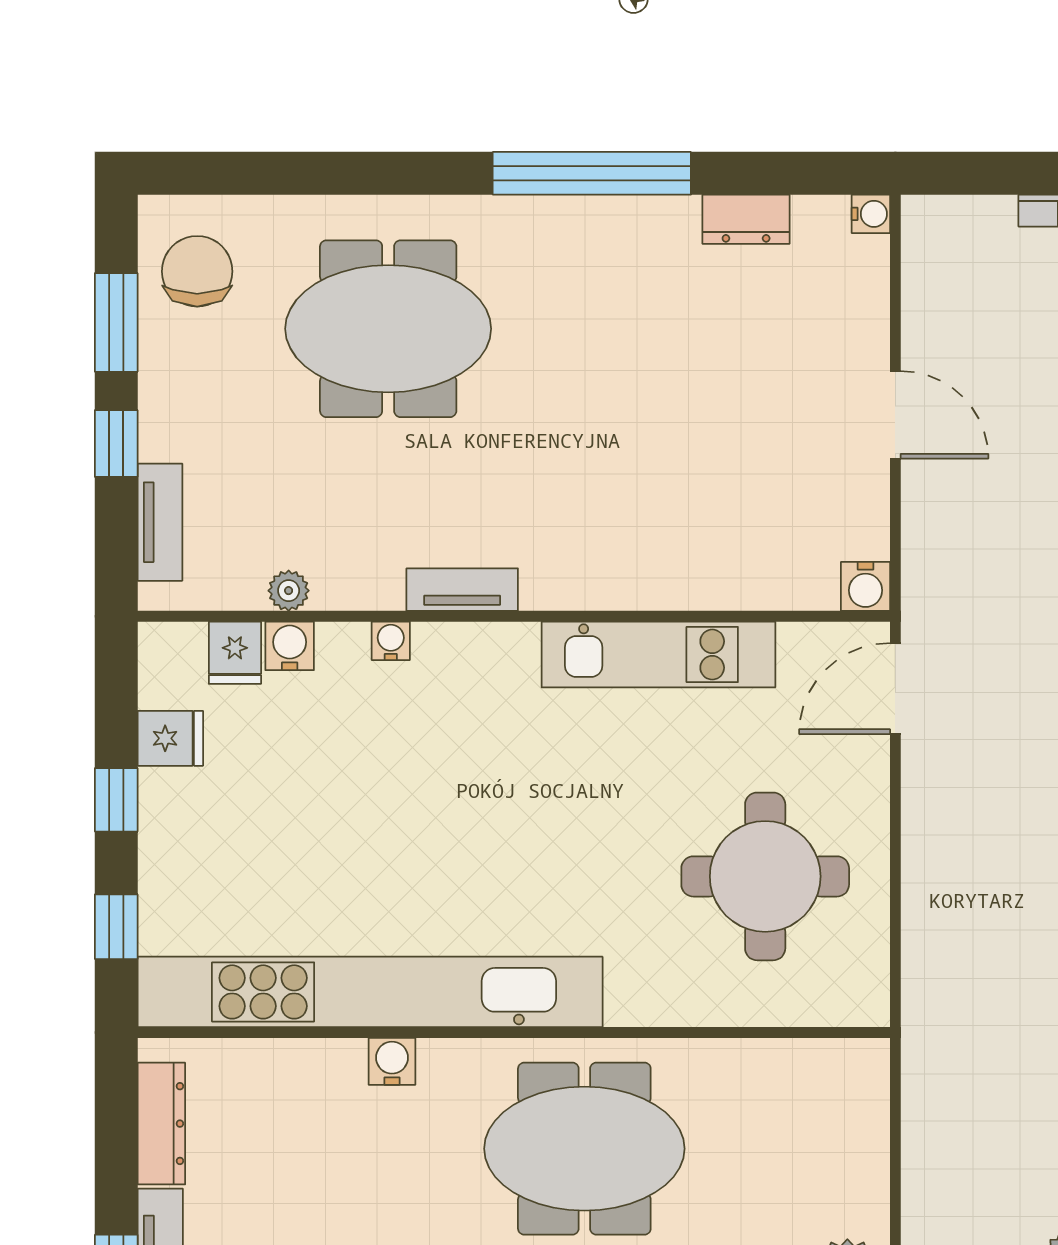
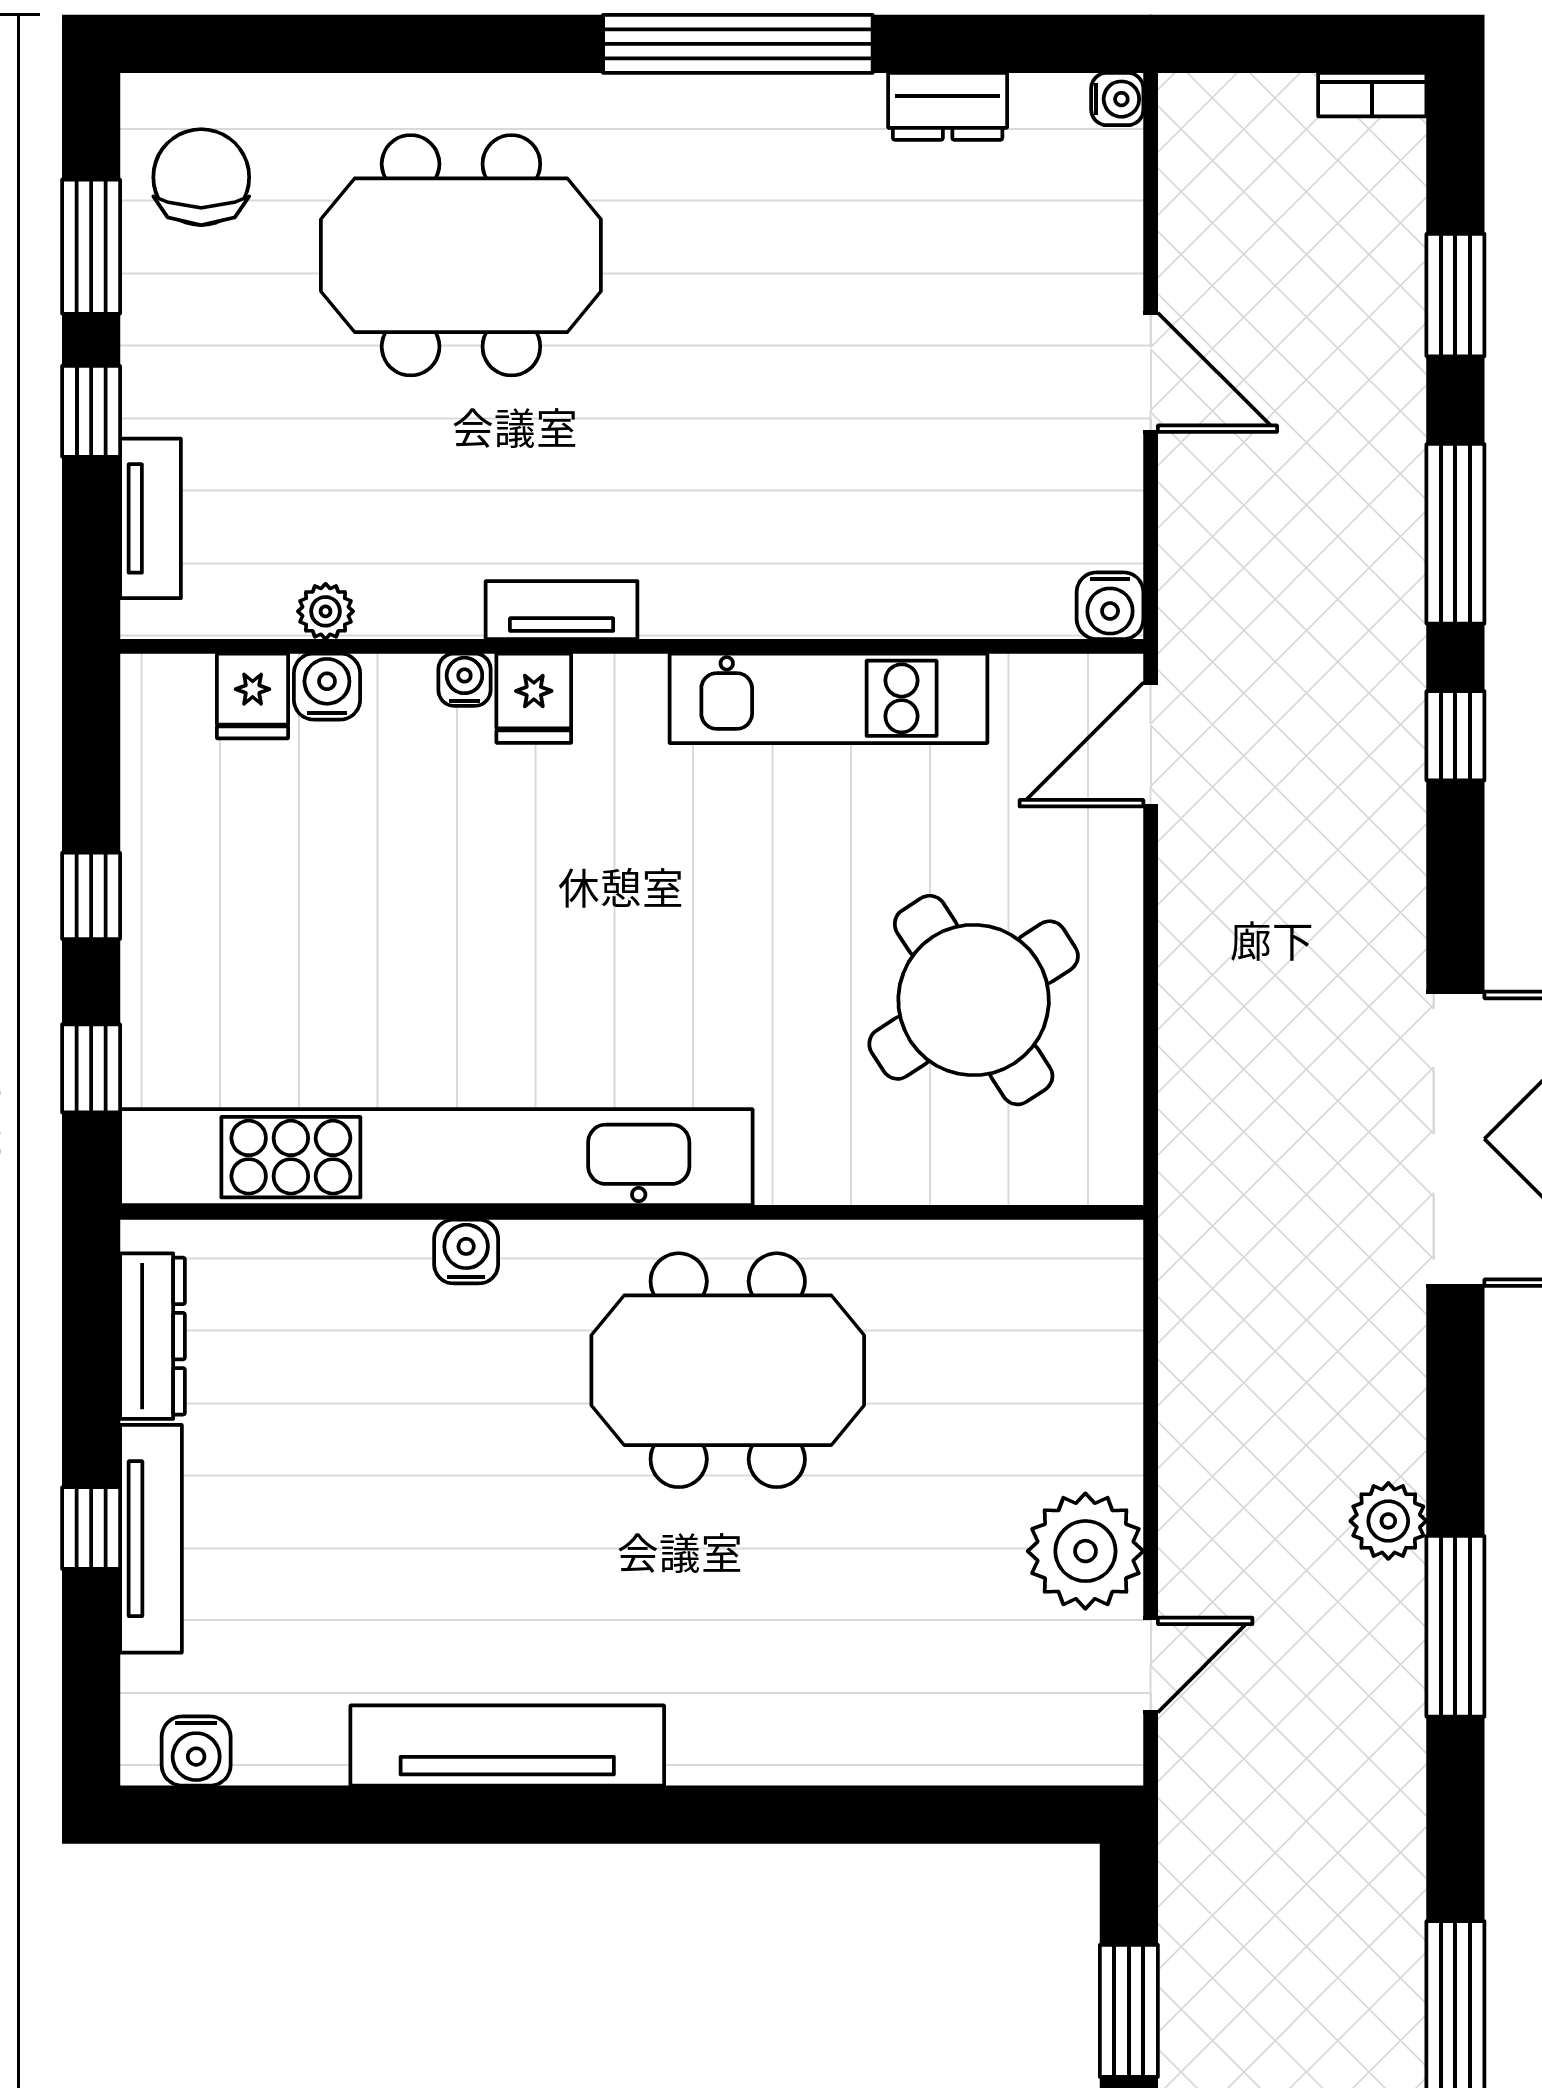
fridge: (170, 738) -> (534, 698), moved, turned 90
round table: (765, 876) -> (974, 1000), turned -33

